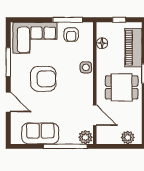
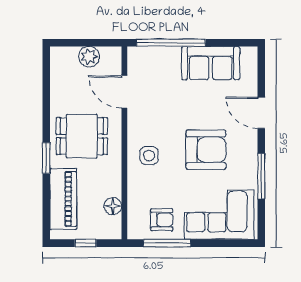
armchair: (71, 35) -> (162, 220), turned 90
side table: (86, 67) -> (149, 156), moved
armchair: (43, 79) -> (206, 150), turned 180
plant: (85, 137) -> (139, 57), removed
plant: (128, 137) -> (89, 57), moved

